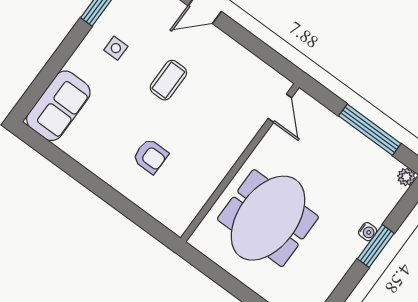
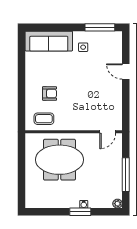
coffee table: (168, 80) -> (44, 119), moved
sofa: (58, 106) -> (49, 41), width x1.36
armchair: (150, 156) -> (50, 93), turned -90

